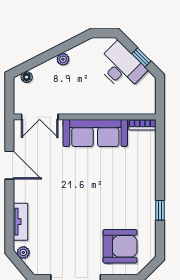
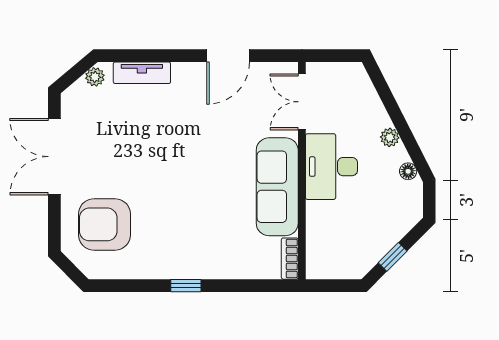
desk: (121, 67) -> (331, 167), moved, turned 135
floor lamp: (27, 77) -> (408, 171), moved
window: (160, 210) -> (186, 286), moved
armchair: (120, 246) -> (104, 224), turned 90

